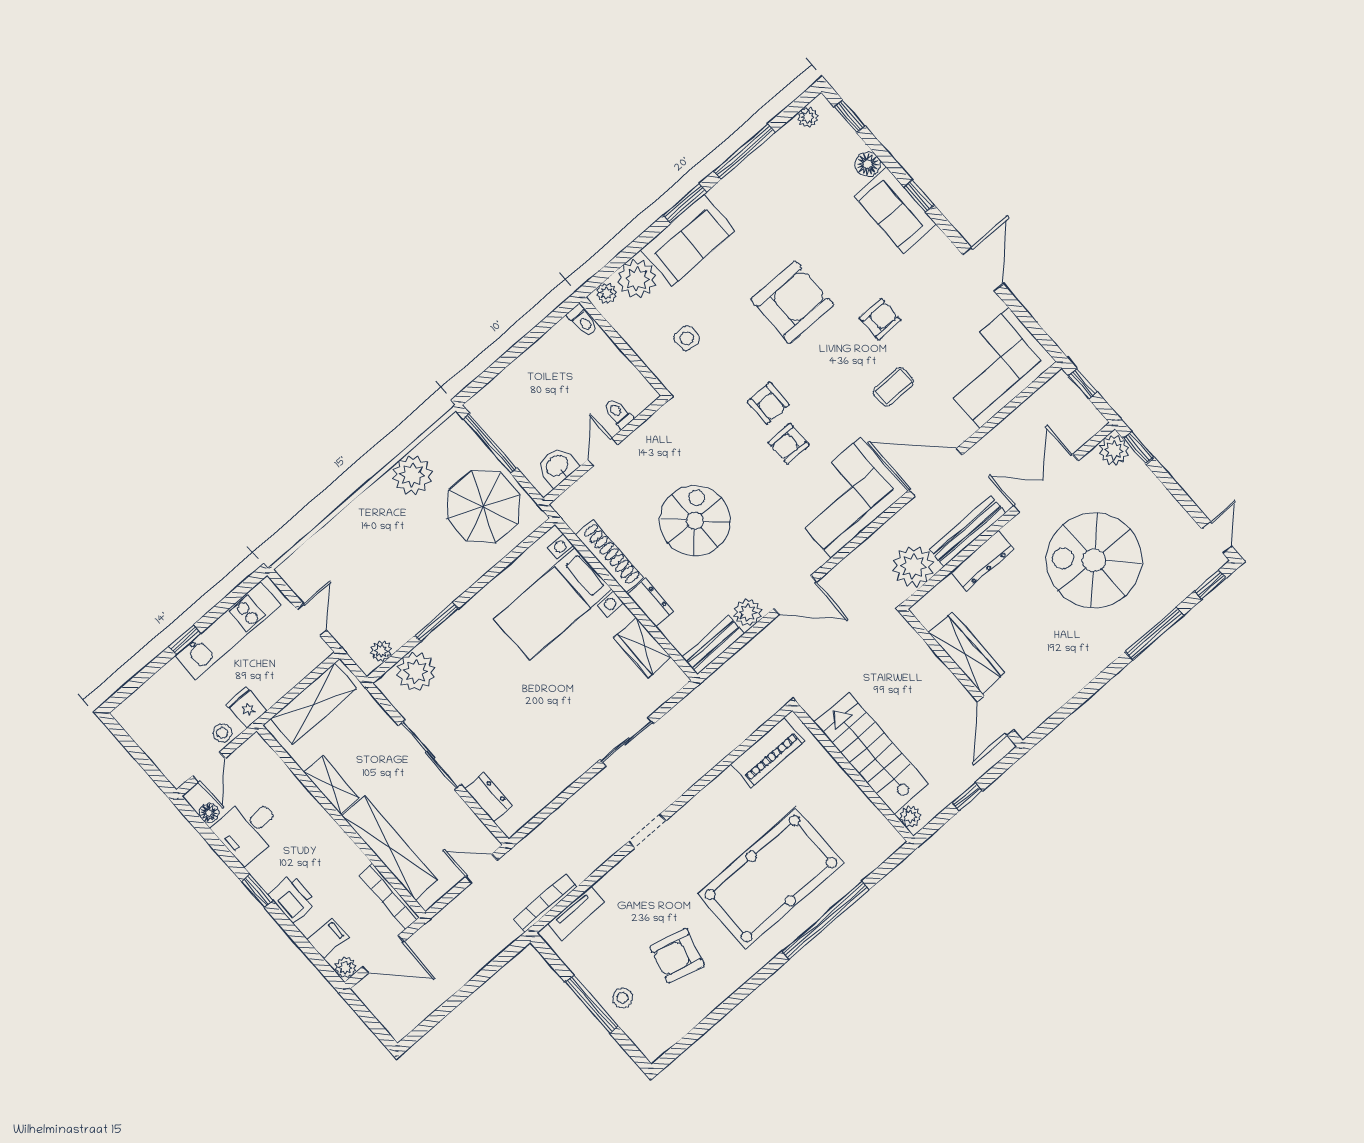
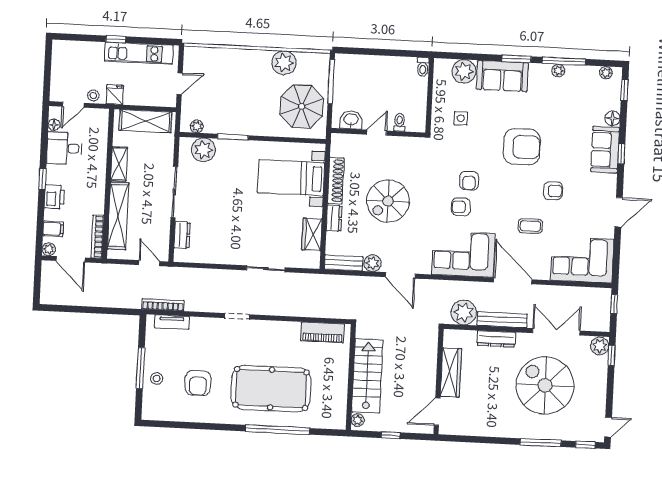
plant: (606, 293) -> (558, 71), moved
spiral stairs: (695, 521) -> (388, 201), turned 180
armchair: (677, 956) -> (198, 383), turned -104

